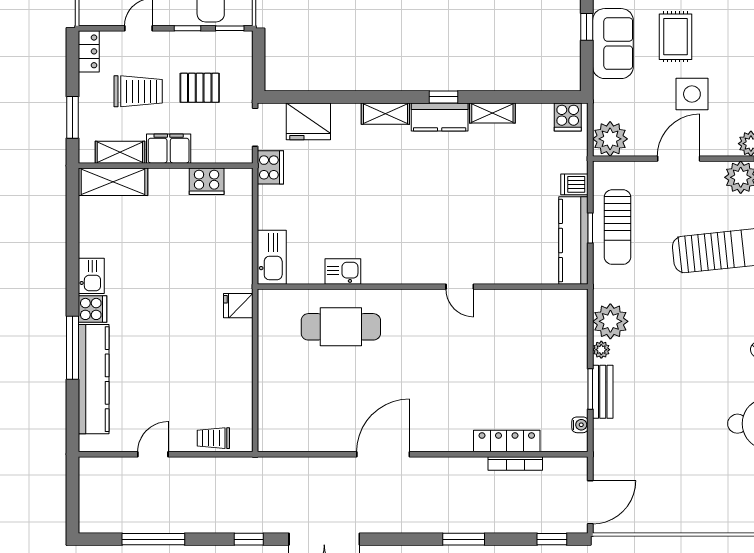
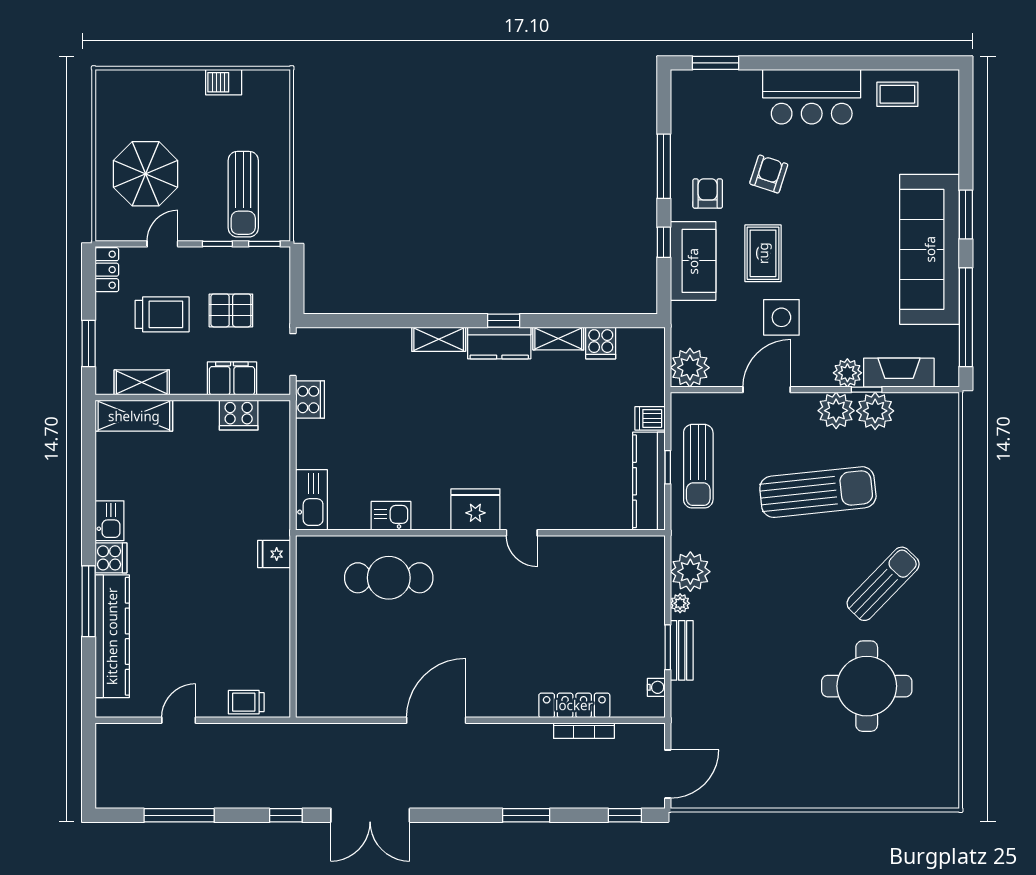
cooker: (568, 117) -> (601, 343), moved
fridge: (308, 121) -> (475, 509), moved, turned 180
filing cabinet: (169, 149) -> (232, 378), moved

